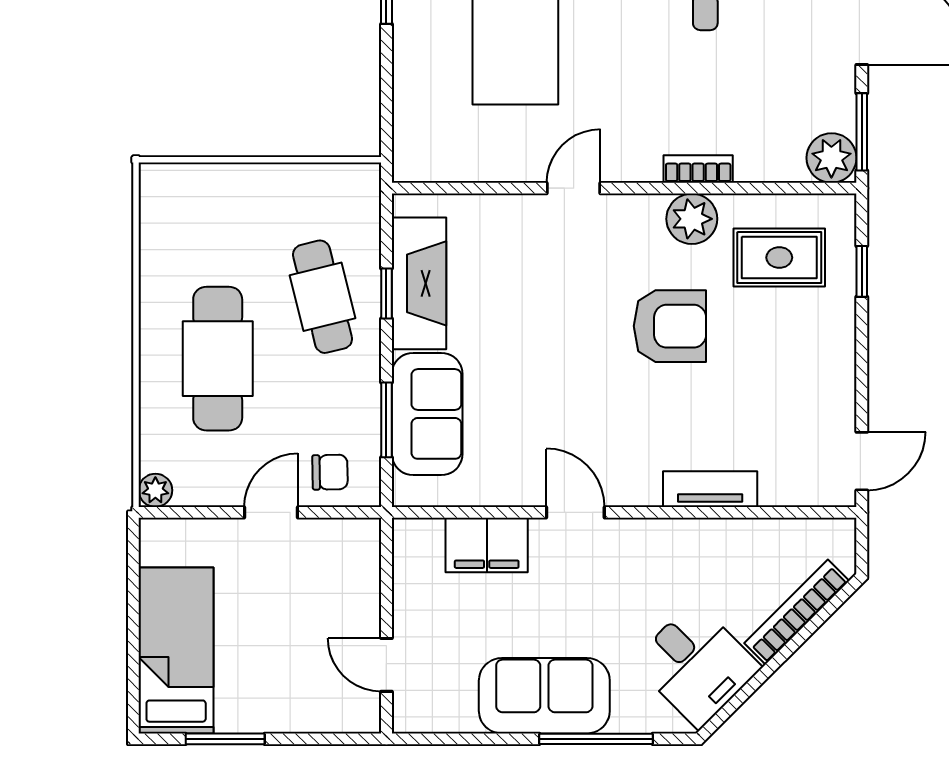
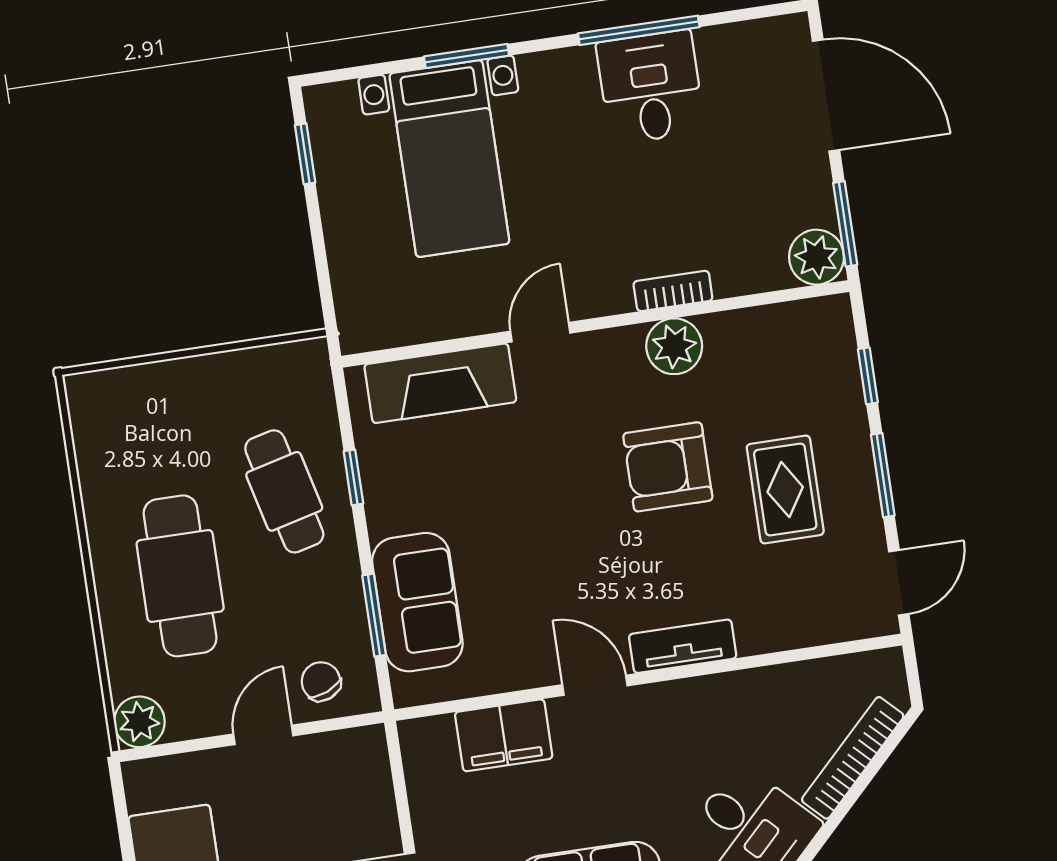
rug: (779, 258) -> (785, 489), moved, turned 90
fireplace: (419, 283) -> (440, 383), moved, turned 90
armchair: (670, 326) -> (668, 467), turned 180
window: (862, 362) -> (883, 475), added
chair: (330, 472) -> (321, 681), turned -112
tv unit: (710, 489) -> (683, 646), moved
plant: (155, 490) -> (139, 722), width x1.38, depth x1.38

